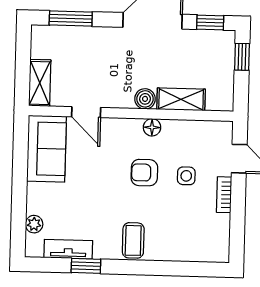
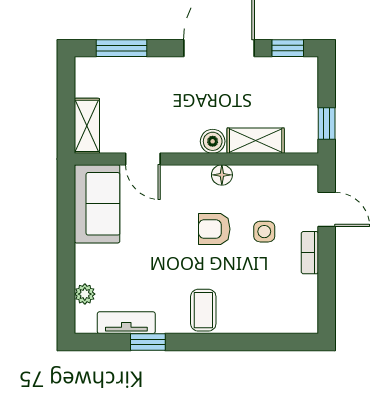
window: (242, 57) -> (327, 123), moved

